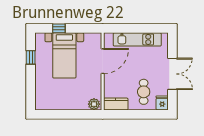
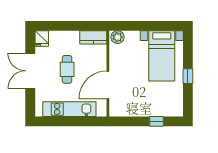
bed with nightstands: (64, 55) -> (162, 56), moved, turned 180
window: (31, 57) -> (188, 76), moved
cafe table: (144, 92) -> (67, 69), moved

